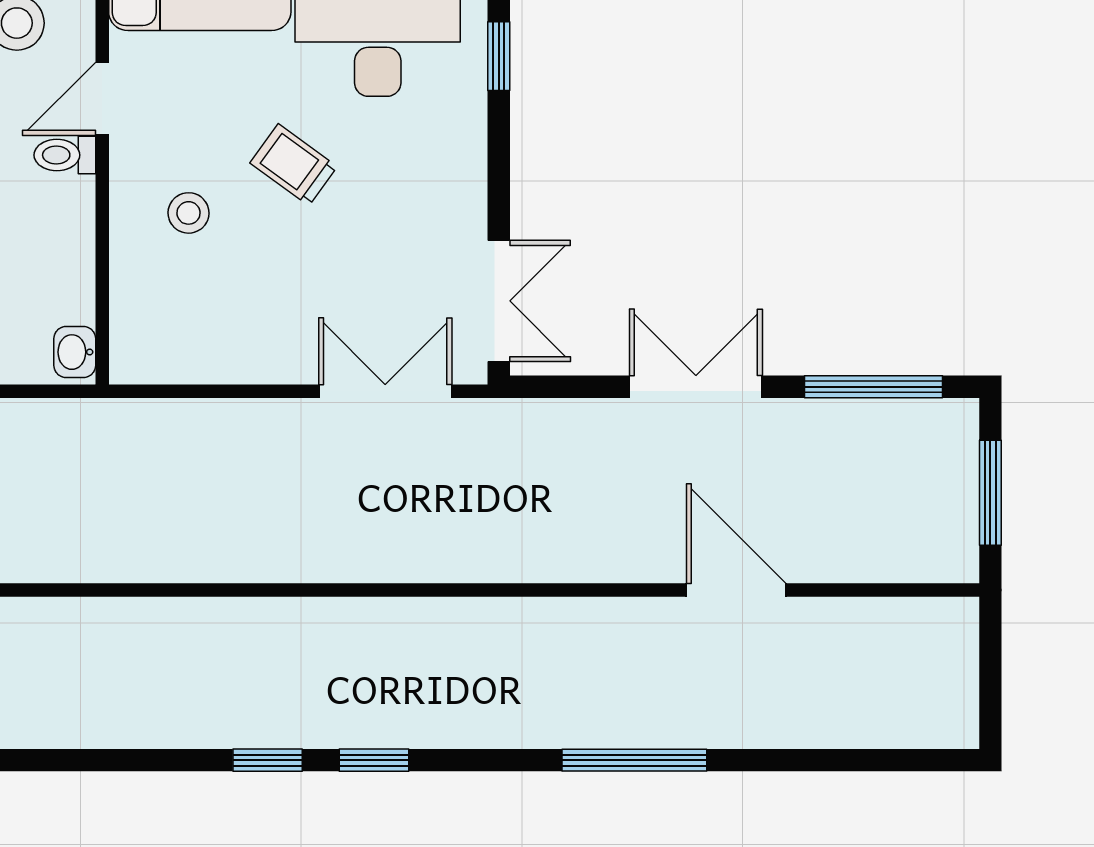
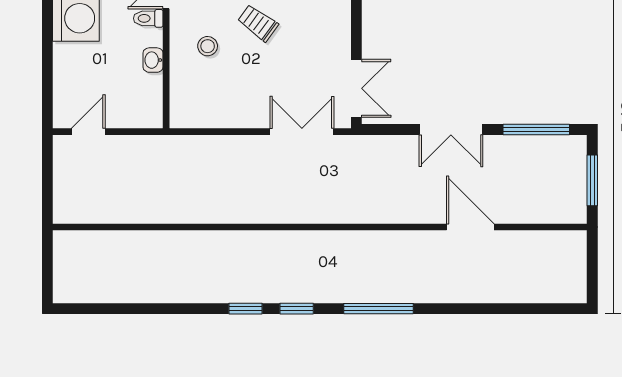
washbasin: (75, 352) -> (153, 60), moved
double door: (696, 387) -> (451, 130), swing flipped
window: (634, 760) -> (379, 309), moved

